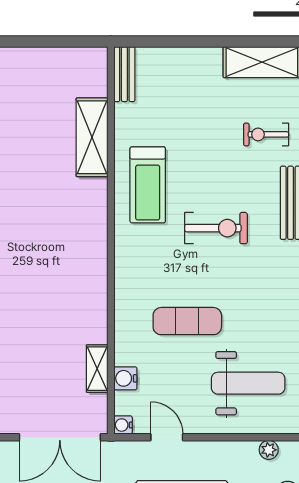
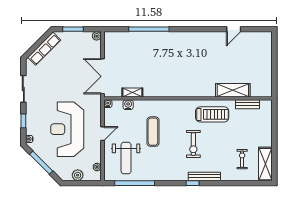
bench: (124, 74) -> (247, 104), moved
exercise bike: (266, 134) -> (242, 159), moved
treadmill: (148, 185) -> (212, 114), turned 180
door: (167, 437) -> (103, 134), moved

